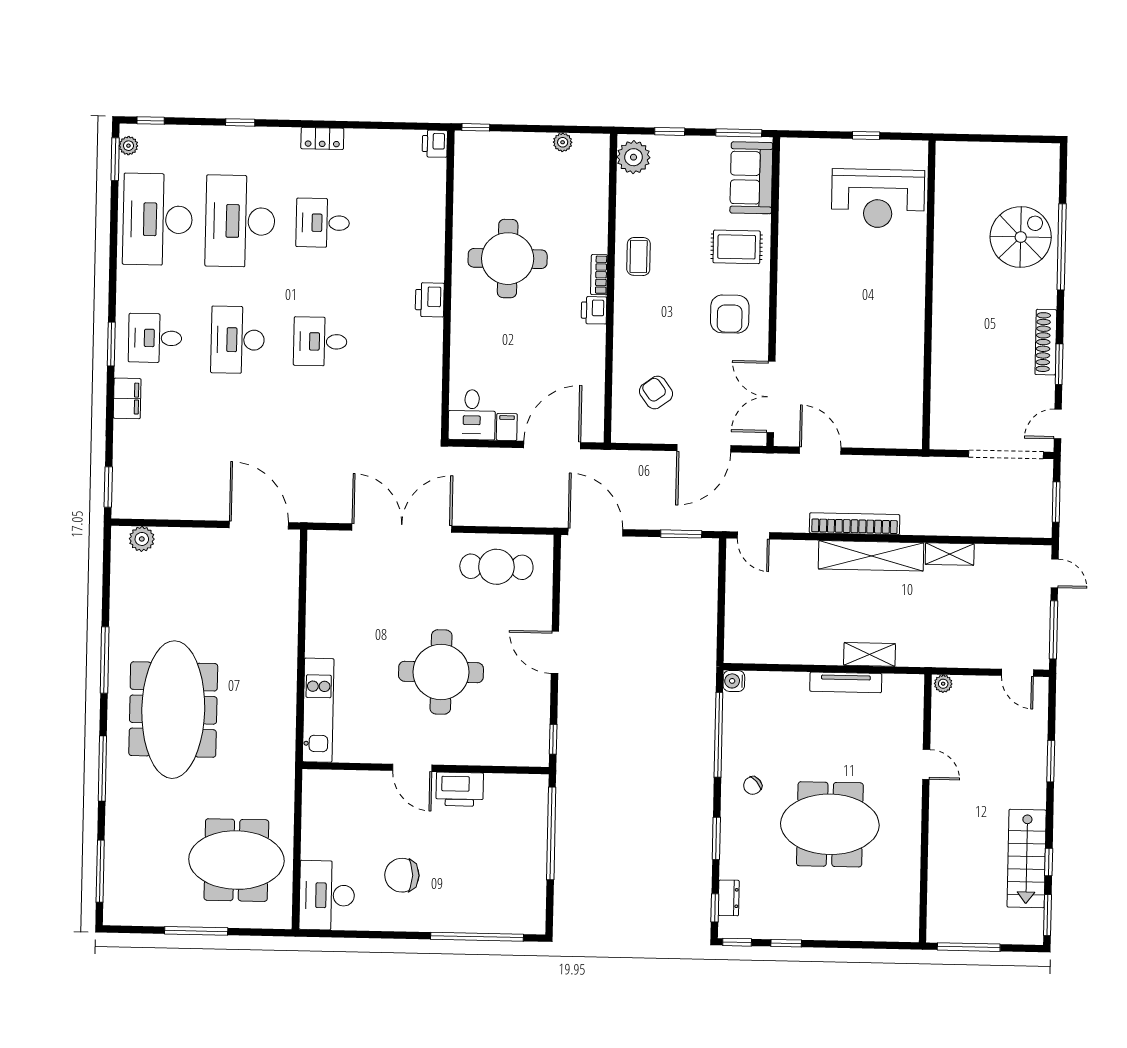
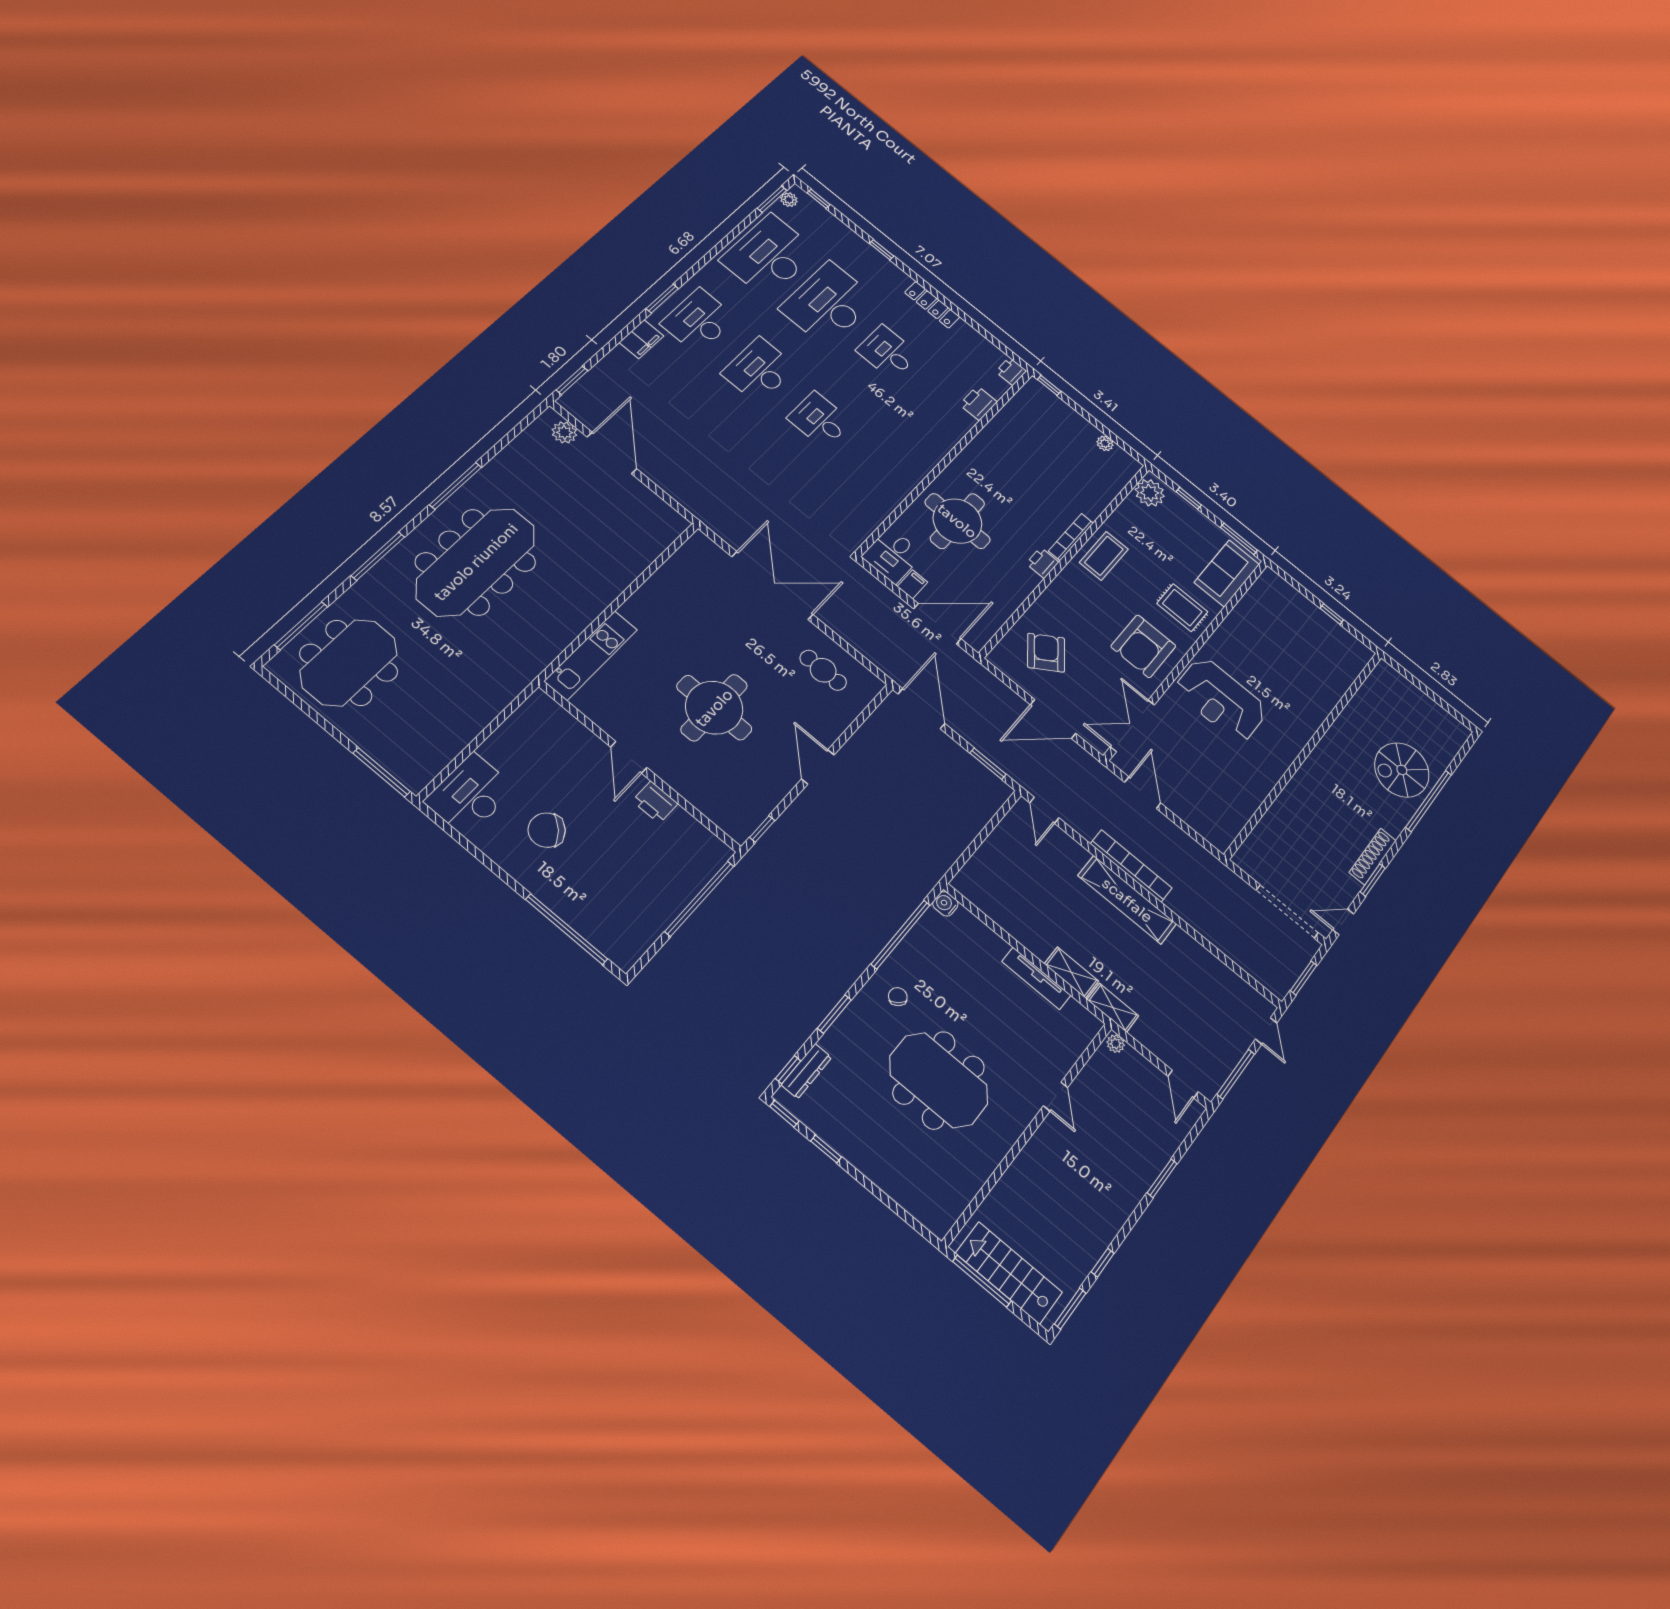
locker: (322, 138) -> (932, 305), width x1.53
reception desk: (878, 198) -> (1221, 700), moved
spiral stairs: (1021, 237) -> (1402, 770), turned 180
coffee table: (639, 256) -> (1104, 556), width x1.36, depth x1.30
round table: (508, 259) -> (957, 521), moved
bookcase: (599, 275) -> (1071, 537), width x1.56
printer: (430, 300) -> (978, 403), moved
armchair: (730, 314) -> (1143, 646), width x1.36, depth x1.36
desk: (155, 338) -> (698, 321), width x1.37
armchair: (656, 392) -> (1046, 653), width x1.38, depth x1.38
door: (259, 525) -> (612, 453), moved
shelving: (950, 554) -> (1113, 1008), moved
cafe table: (496, 567) -> (823, 670), width x0.73, depth x0.74
chair: (753, 785) -> (898, 997), turned 90
printer: (460, 789) -> (655, 802), width x0.73, depth x0.84
stairs: (1027, 859) -> (1009, 1273), moved, turned 90
meeting table: (236, 860) -> (349, 663), moved, turned 90
chair: (402, 875) -> (547, 830), turned -42
dresser: (729, 898) -> (806, 1071), width x1.44
window: (196, 931) -> (381, 772), moved

